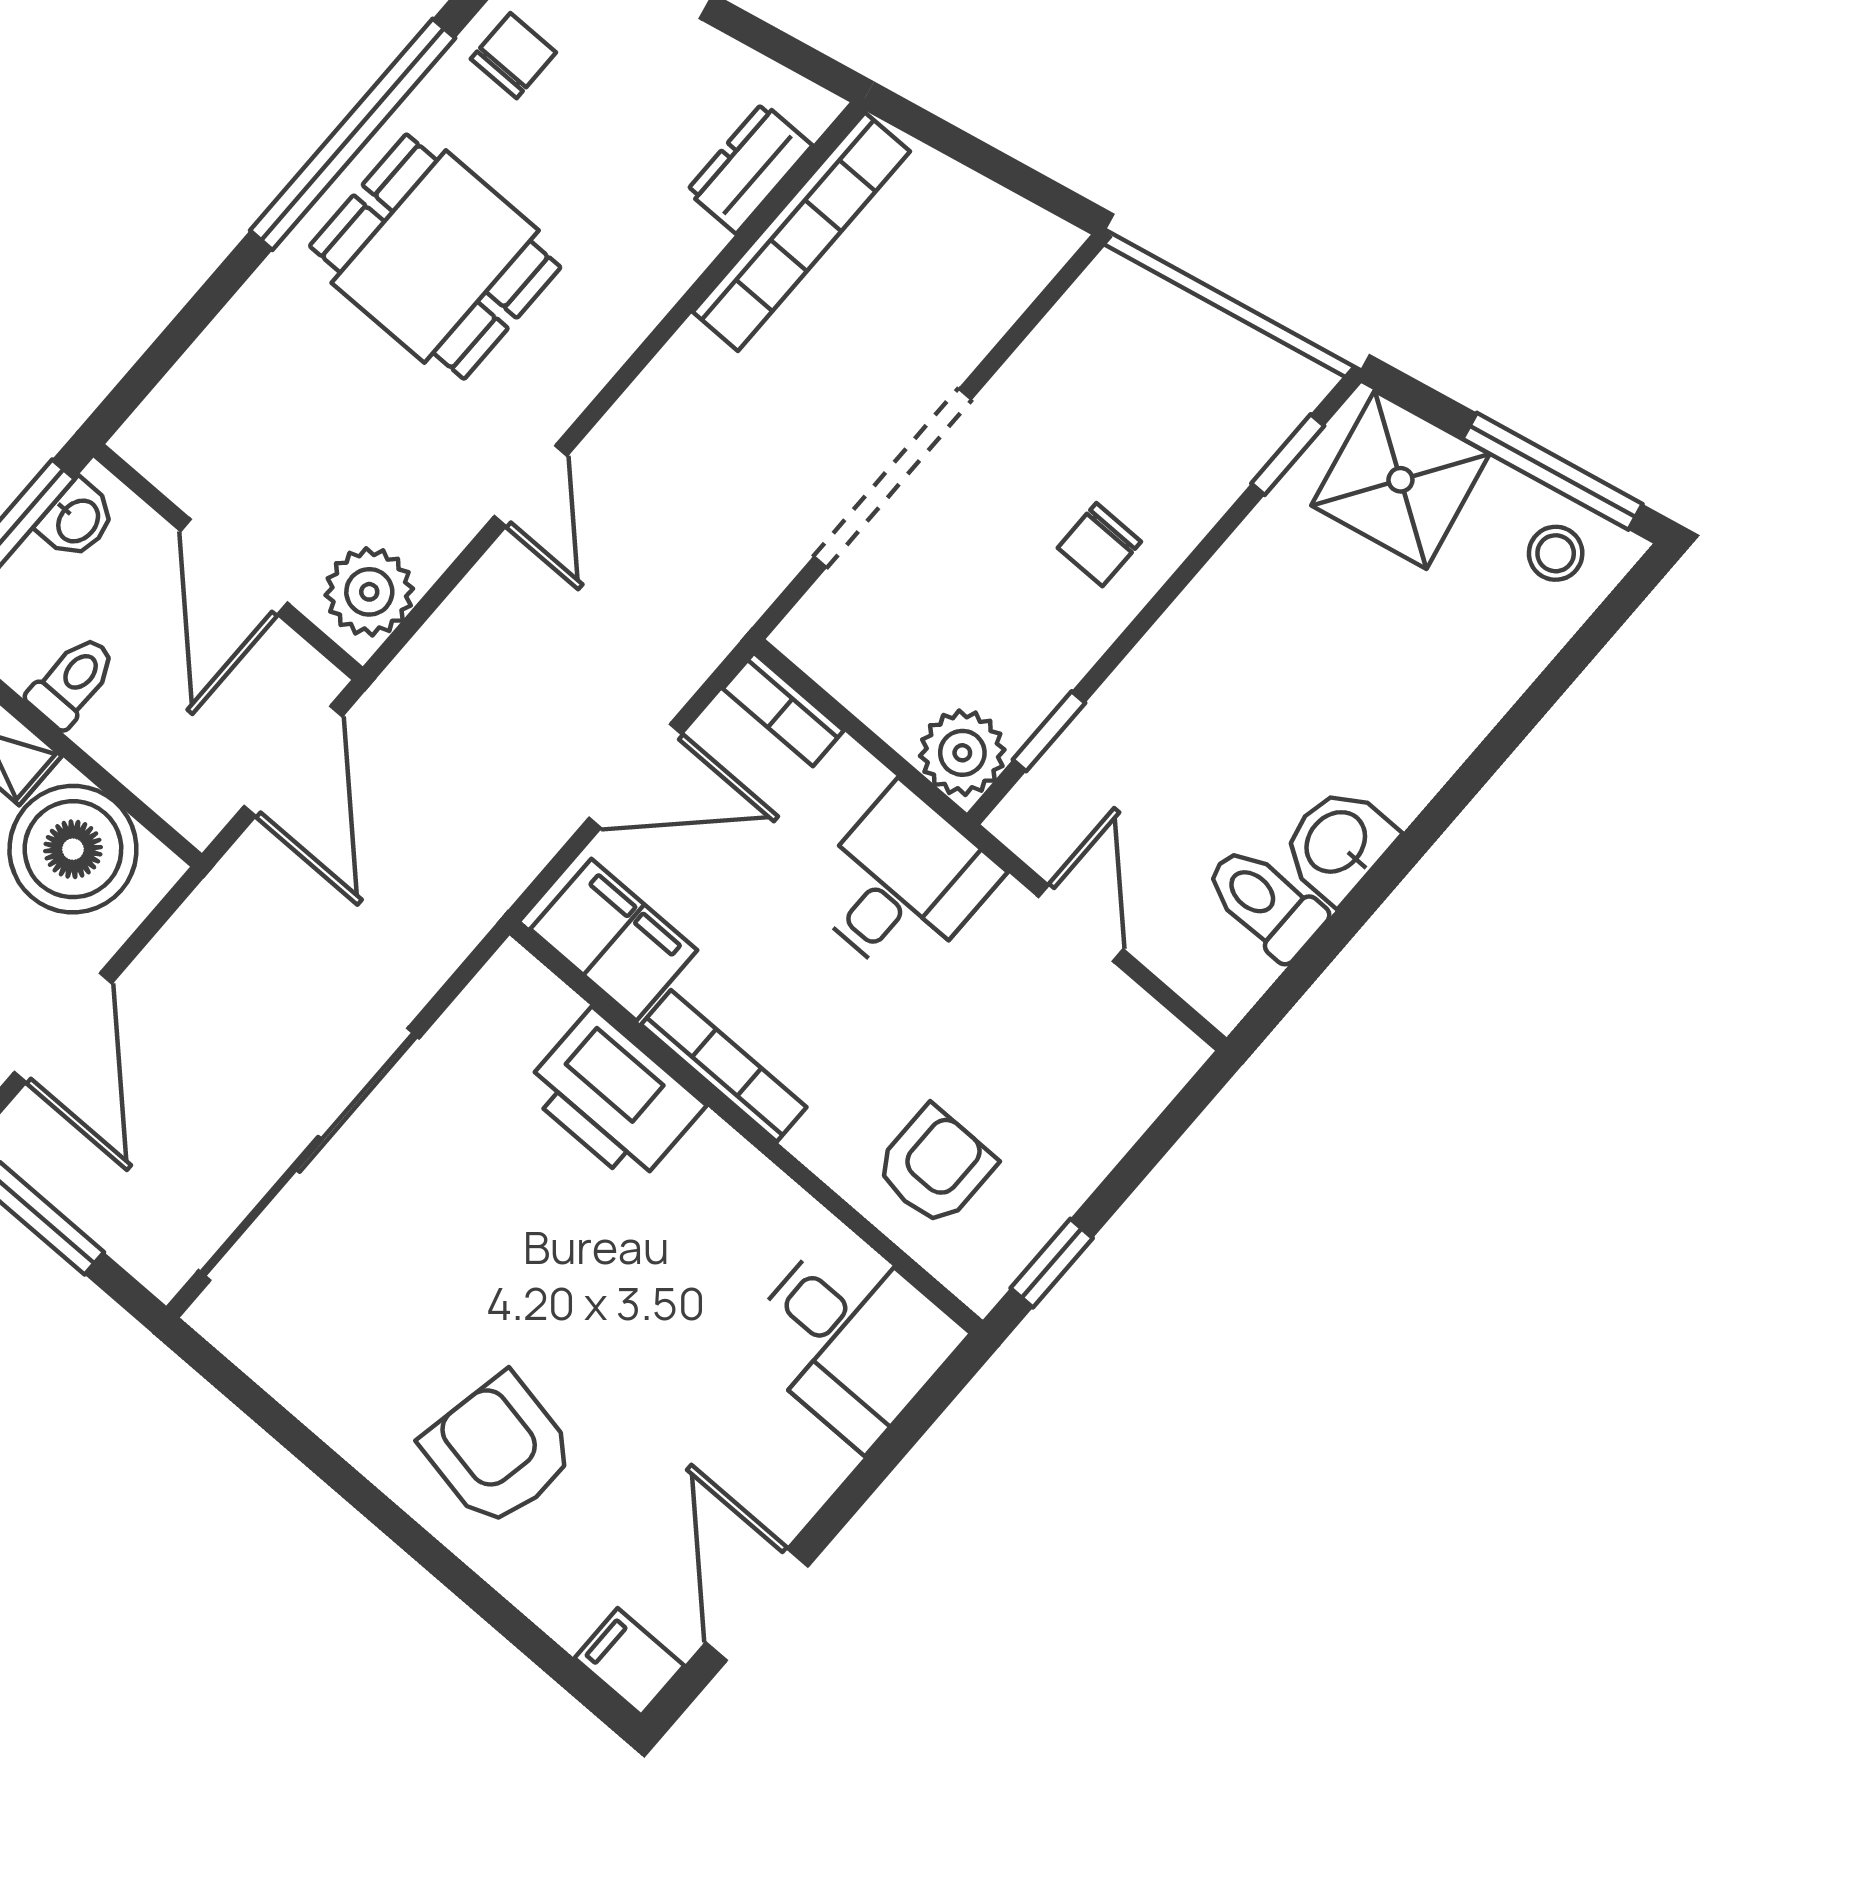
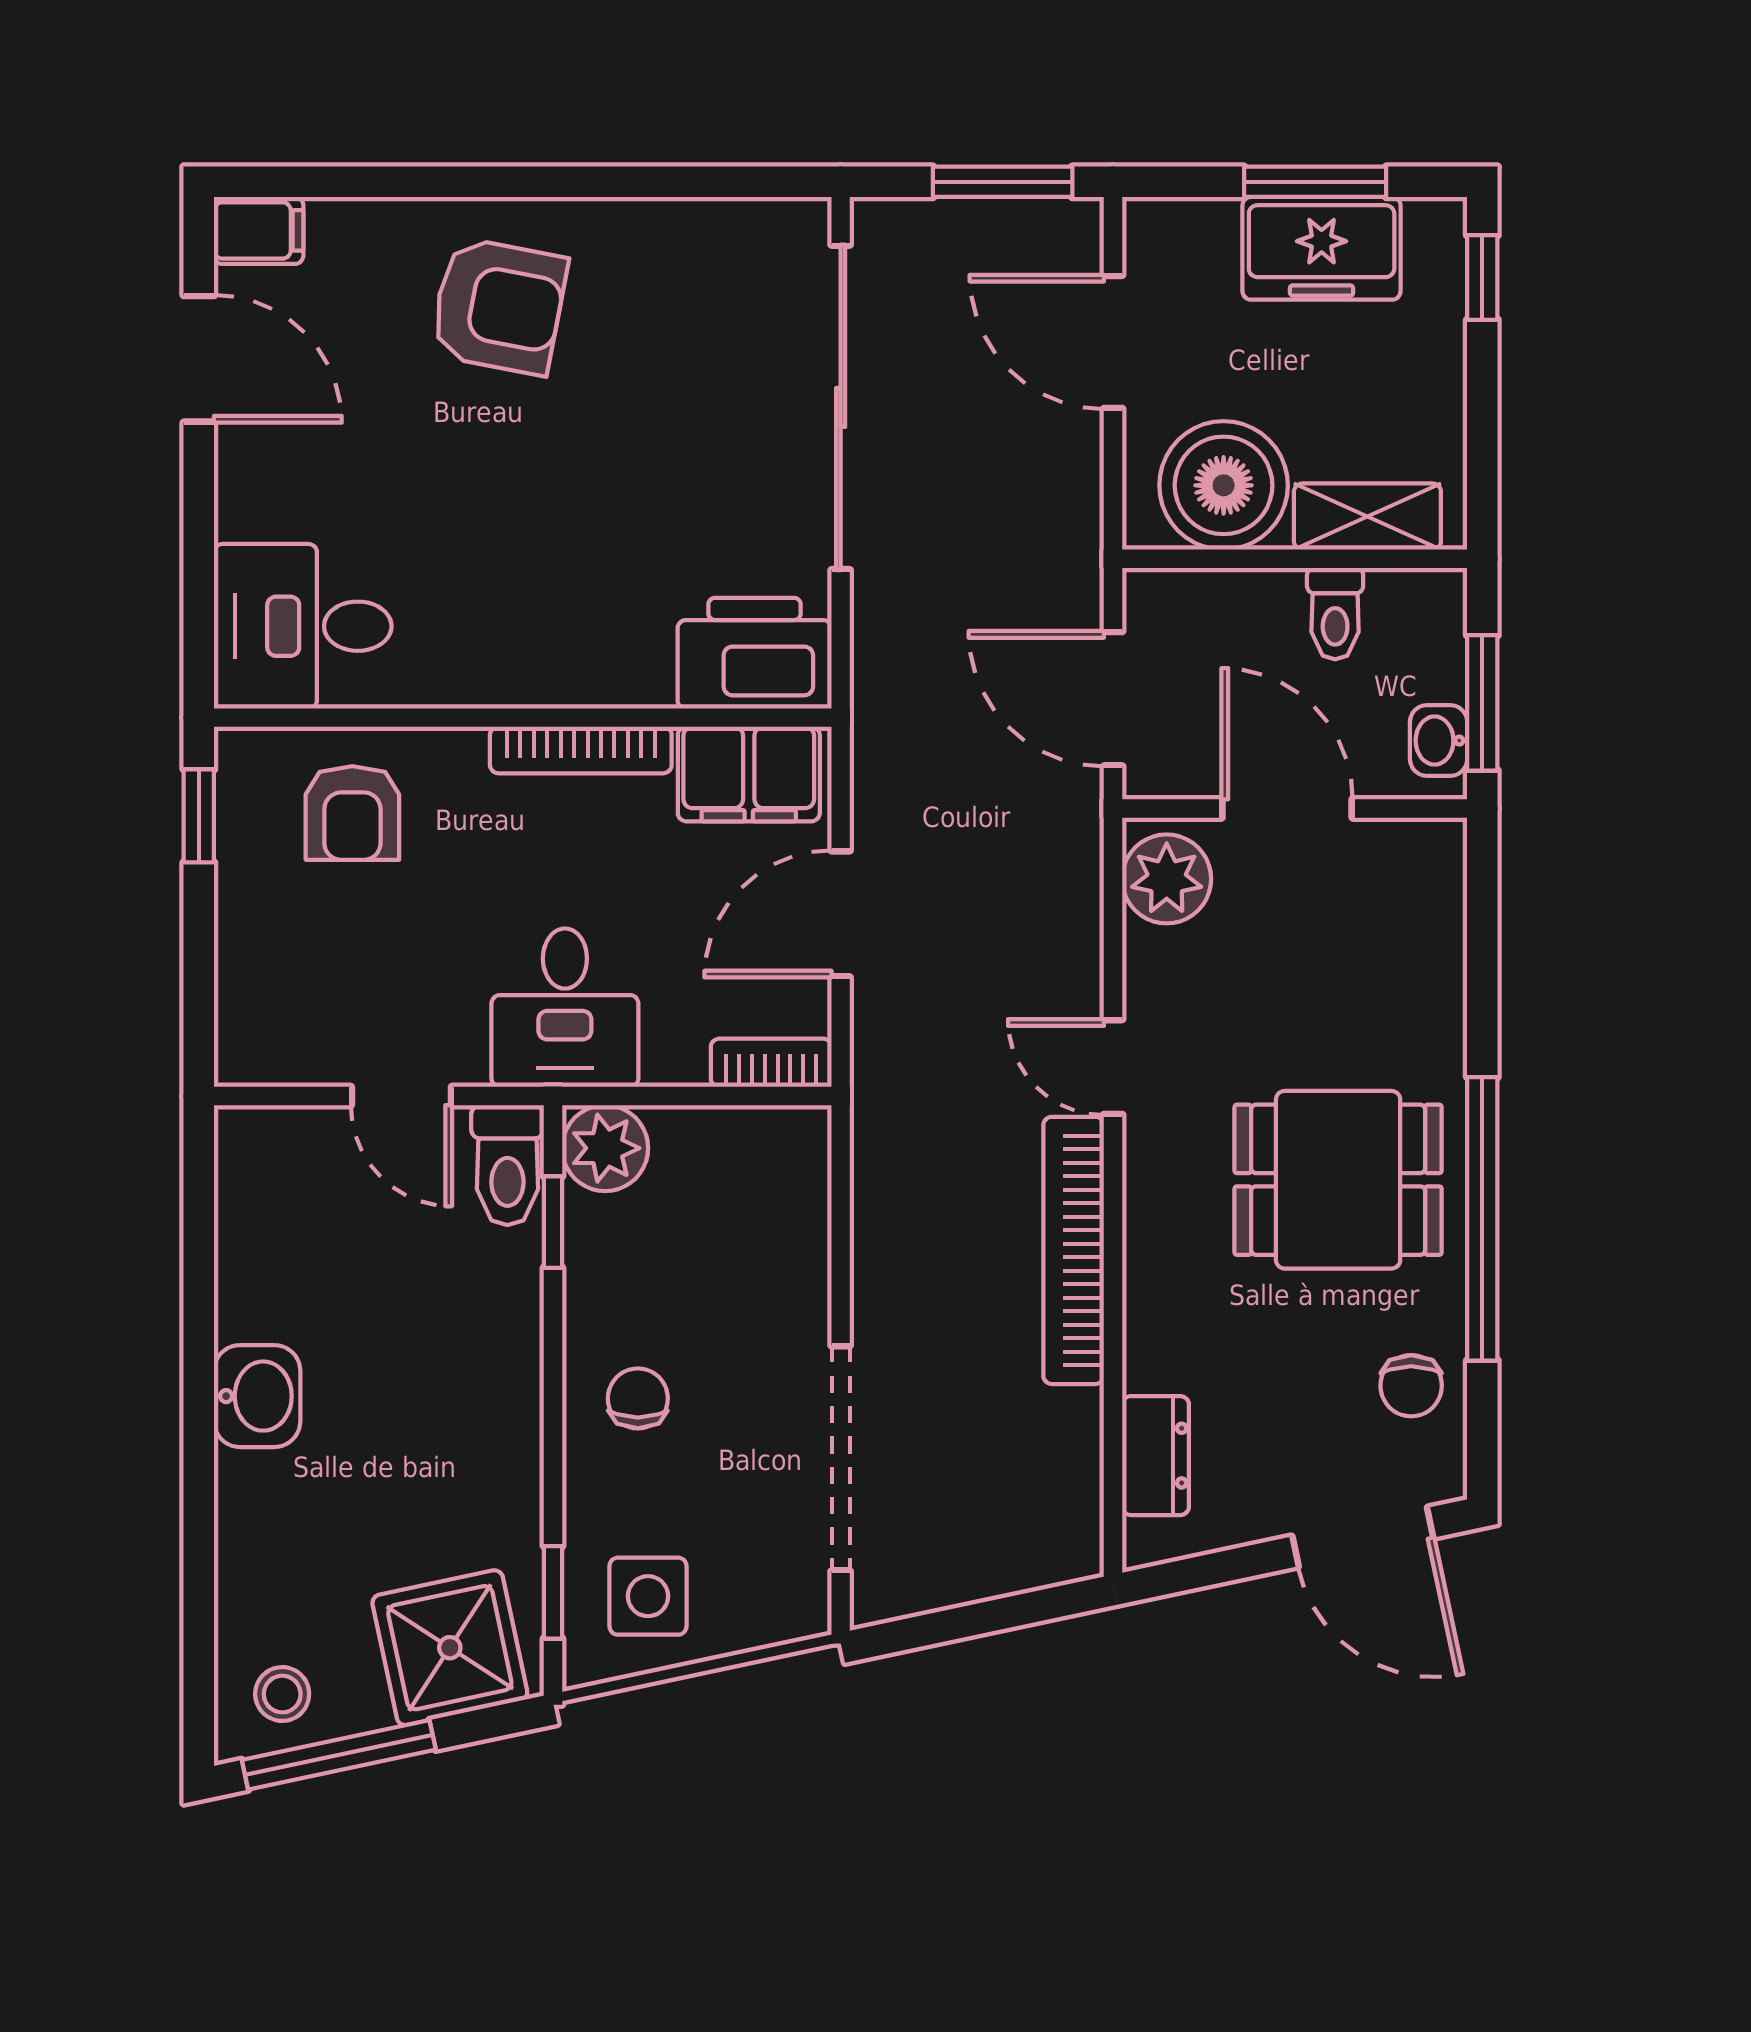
bookcase: (801, 232) -> (1074, 1250), moved
side table: (1219, 390) -> (648, 1596), added
doorway: (893, 478) -> (841, 1458), moved
washbasin: (1338, 844) -> (257, 1396), moved
toilet: (1265, 903) -> (507, 1165), moved, turned 90
printer: (614, 1097) -> (755, 653), moved

